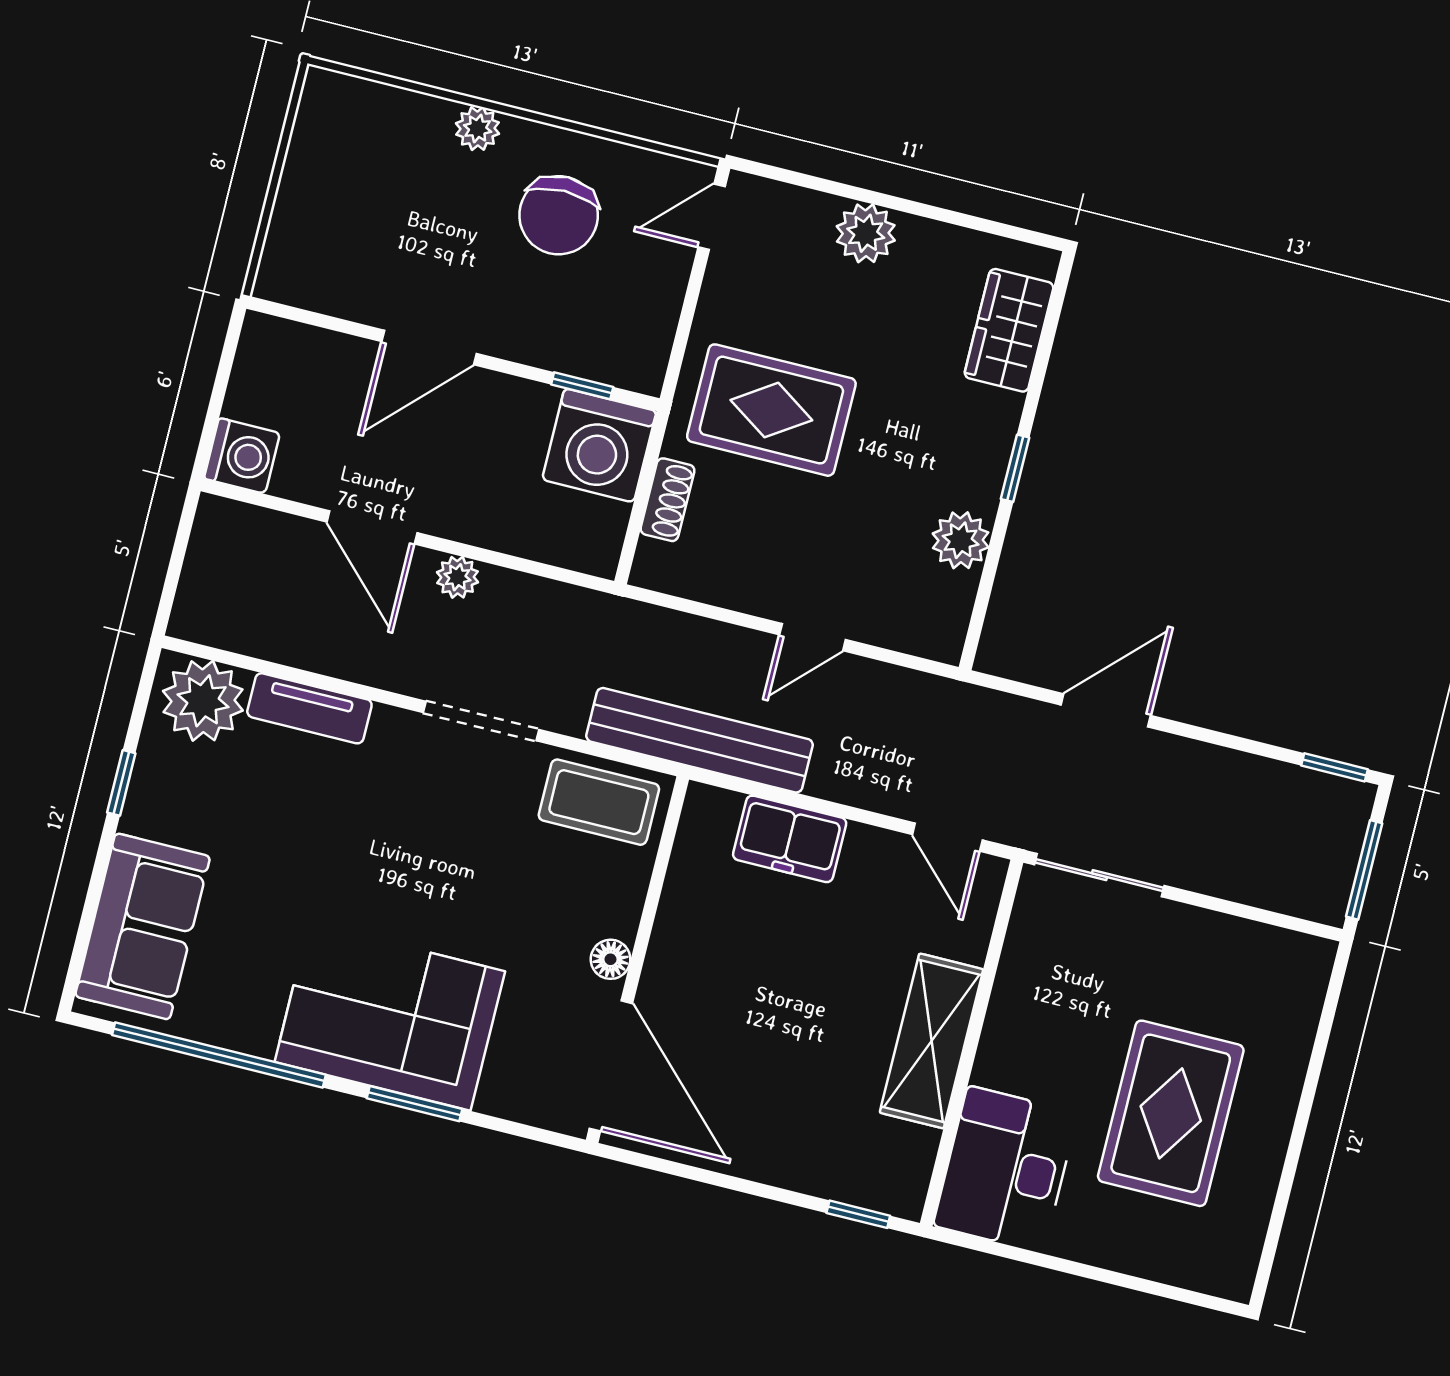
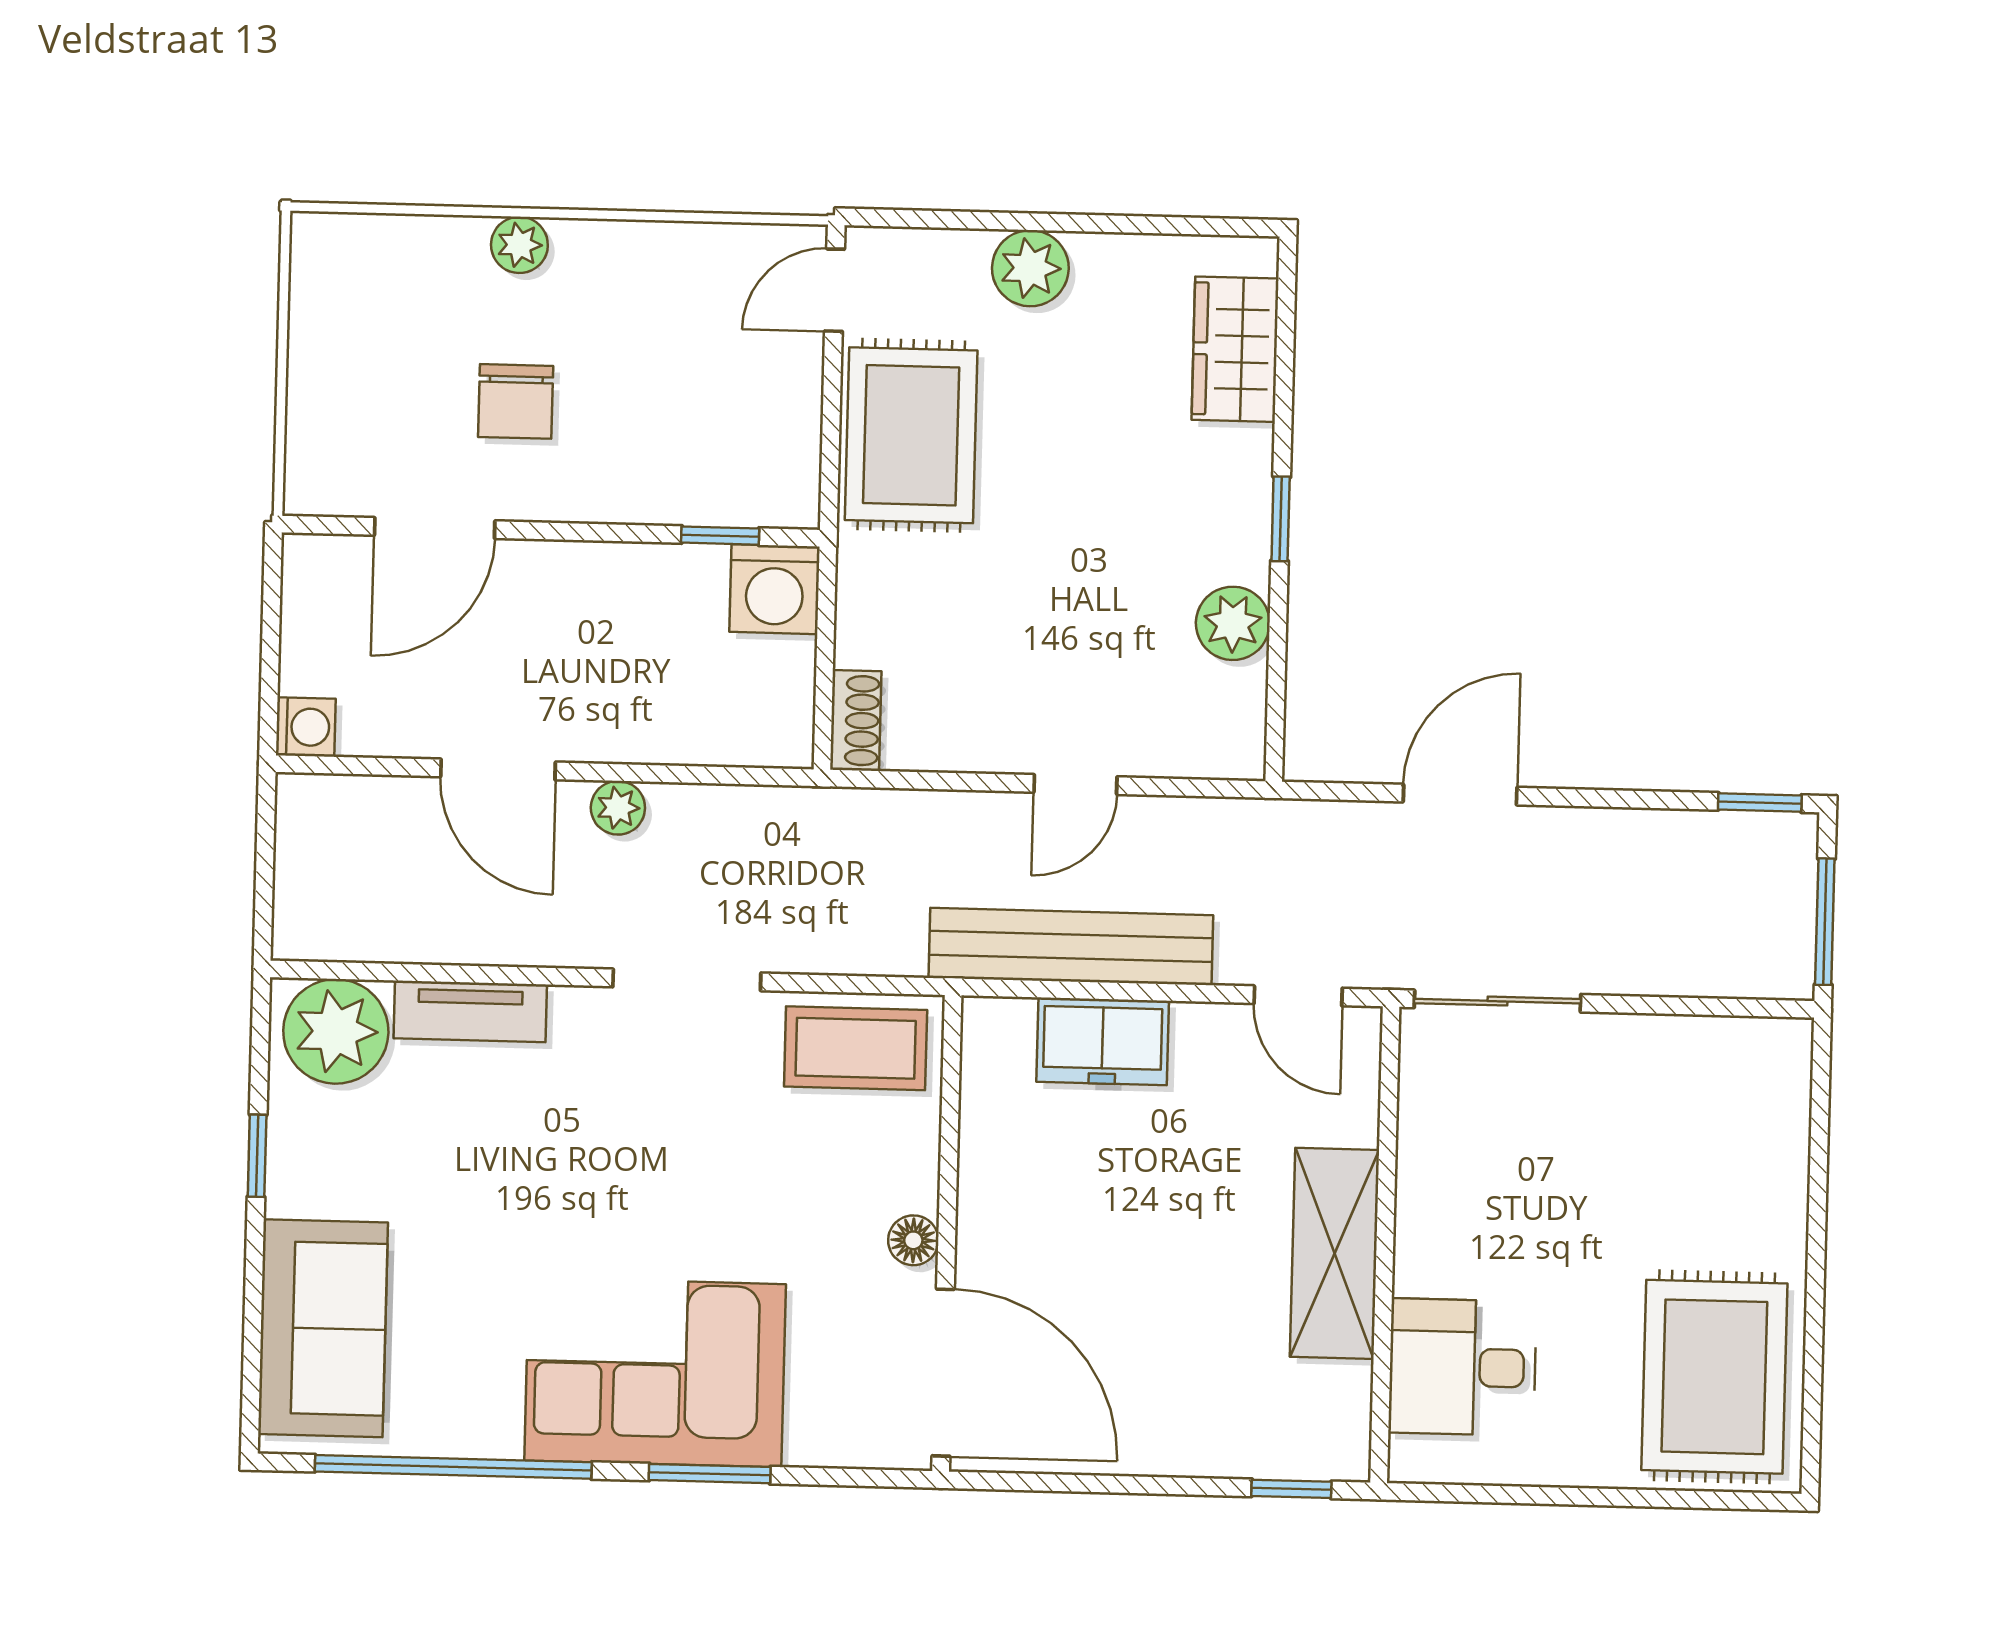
chair: (559, 215) -> (516, 401), moved, width x0.73, depth x0.73
door: (429, 347) -> (435, 528), moved
rug: (771, 410) -> (911, 435), moved, turned 90
washing machine: (599, 445) -> (774, 589), width x0.73, depth x0.73
washing machine: (242, 456) -> (306, 727), width x0.73, depth x0.73
shoe rack: (667, 500) -> (856, 720), moved
bench: (700, 740) -> (1071, 947), moved
rug: (1171, 1113) -> (1714, 1377), moved
desk: (1006, 1169) -> (1463, 1367), width x0.73

